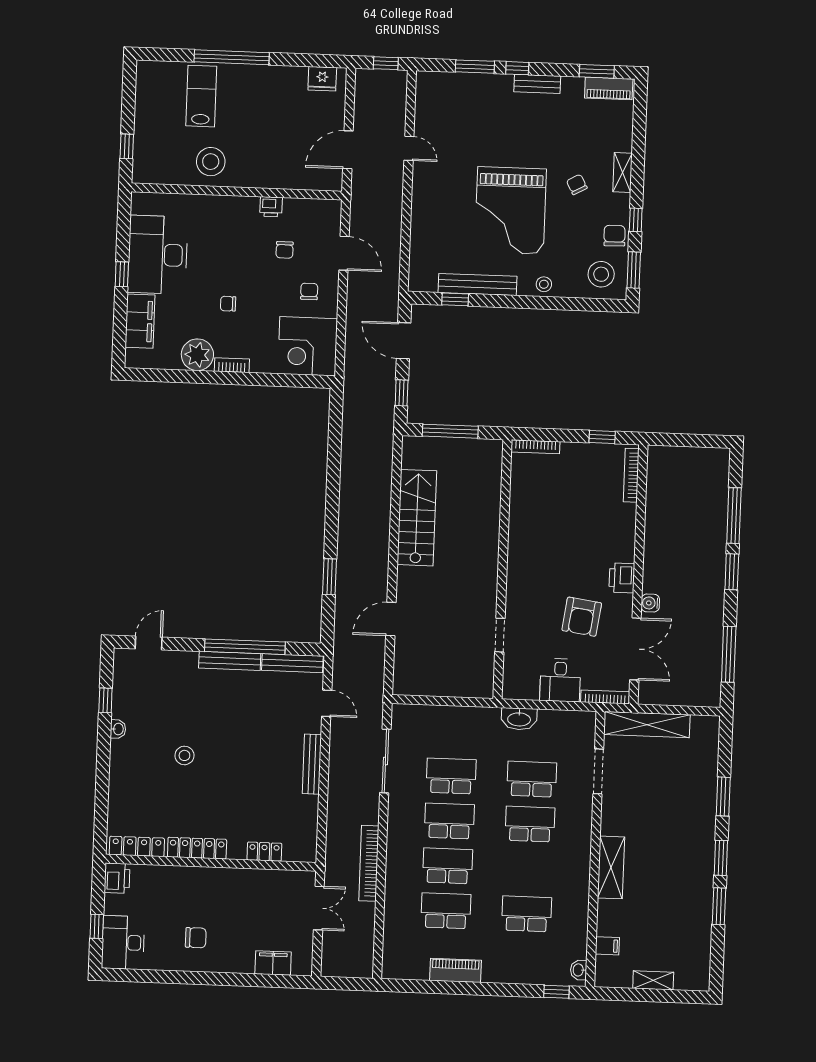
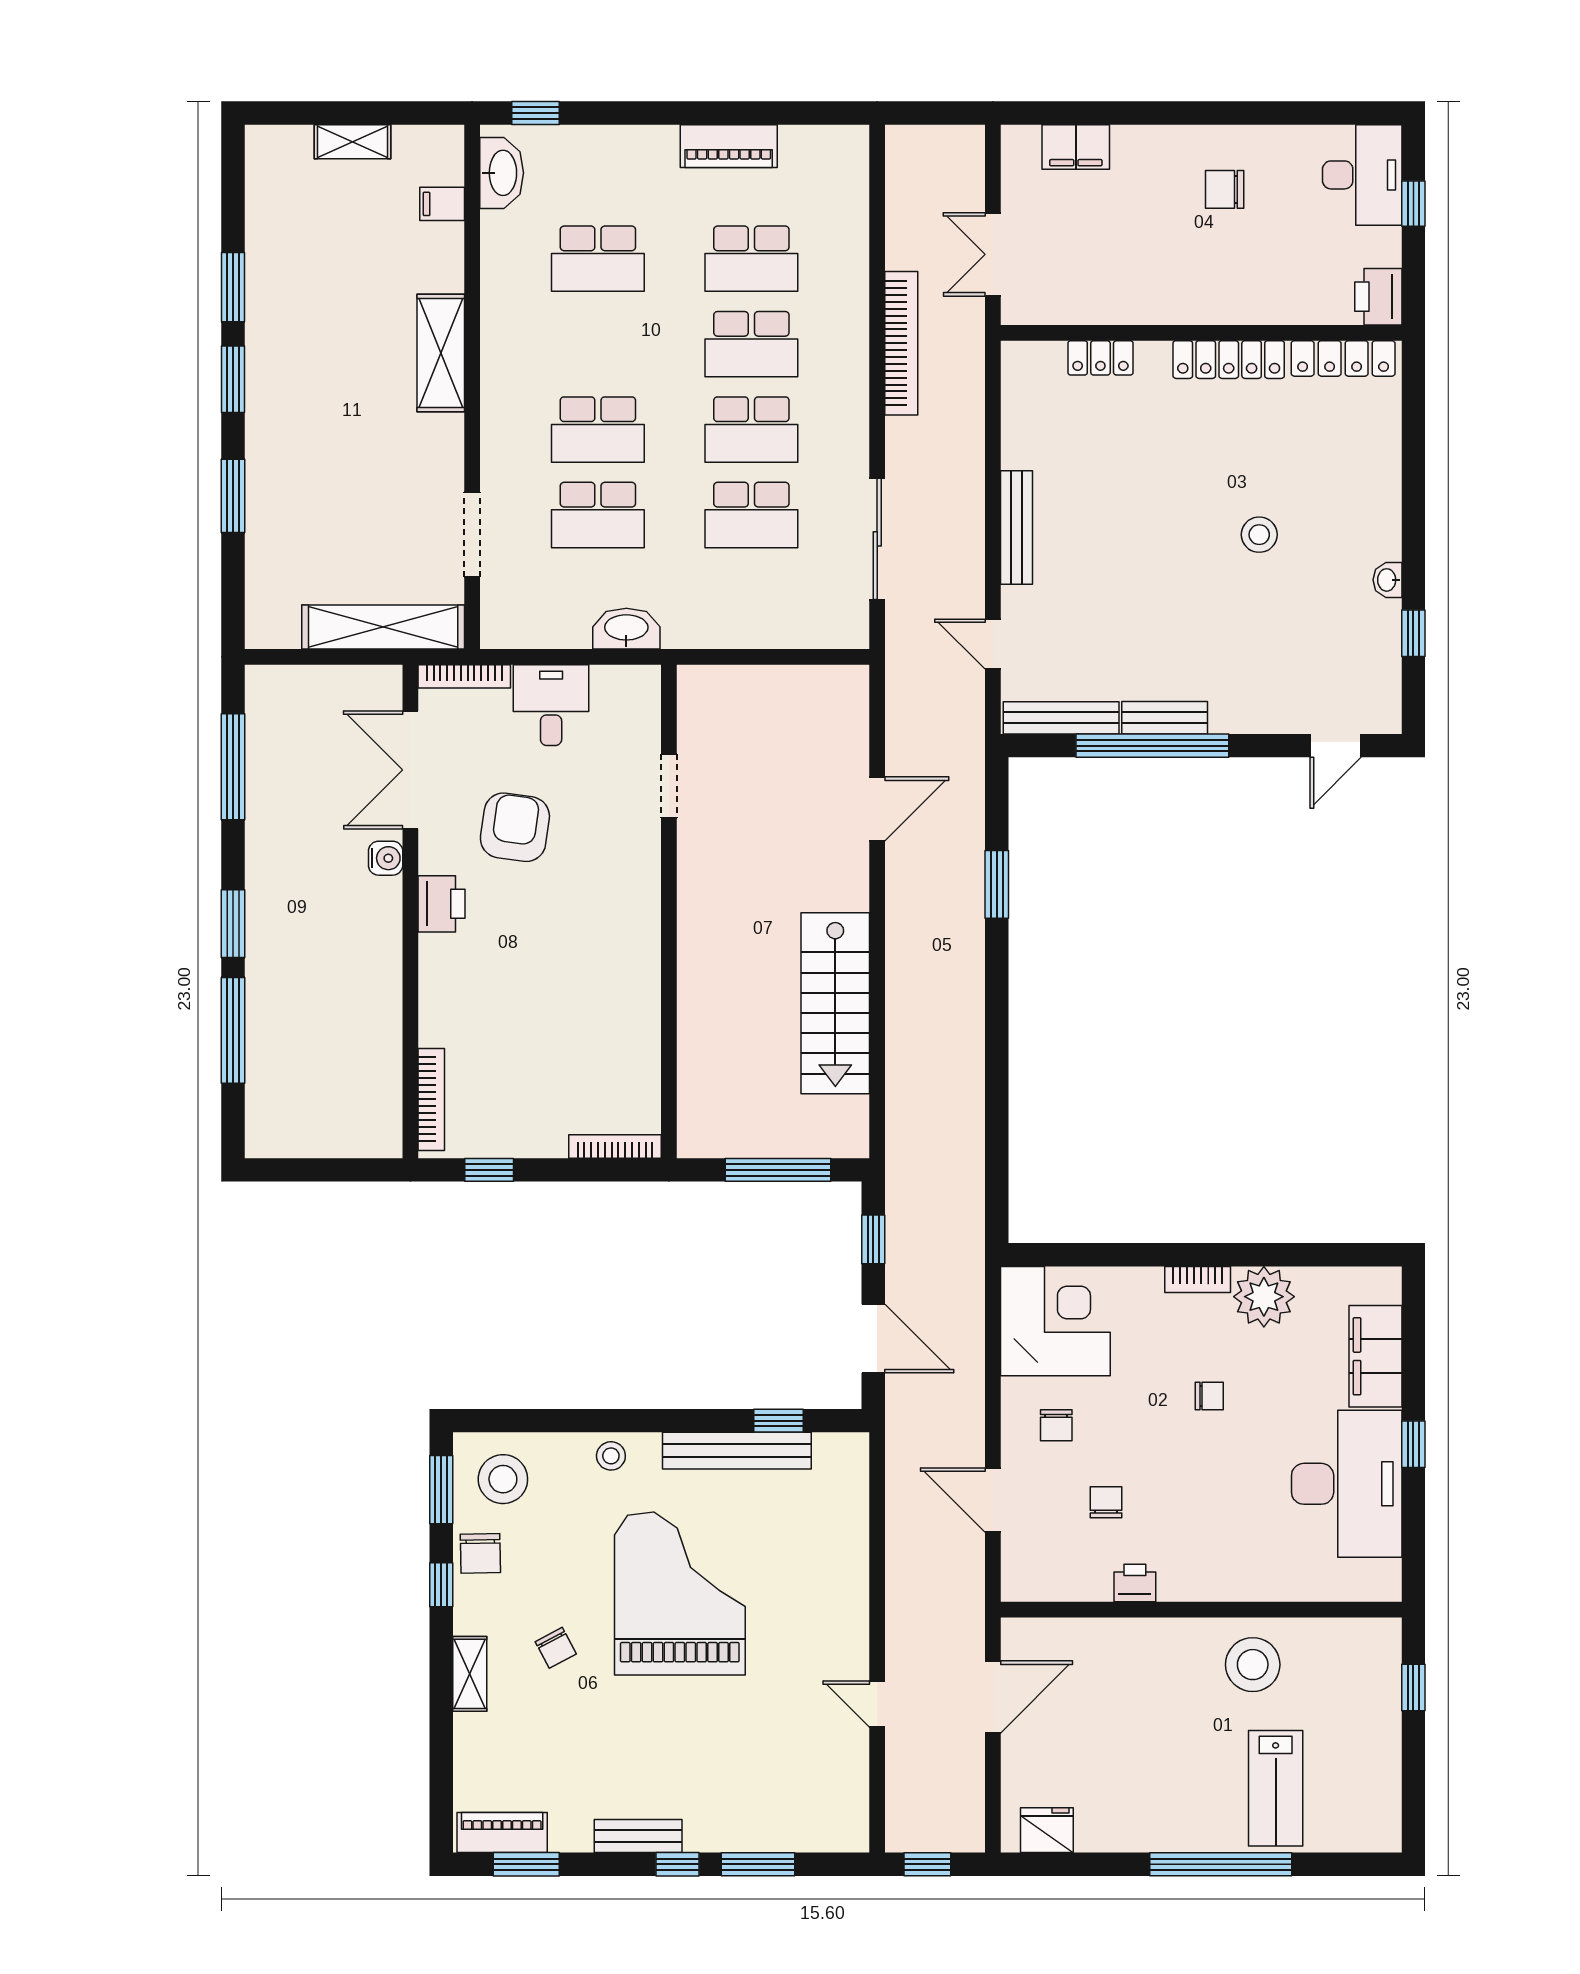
bench: (230, 661) -> (1165, 718), width x0.73
washbasin: (579, 970) -> (502, 173), width x1.91, depth x1.45

